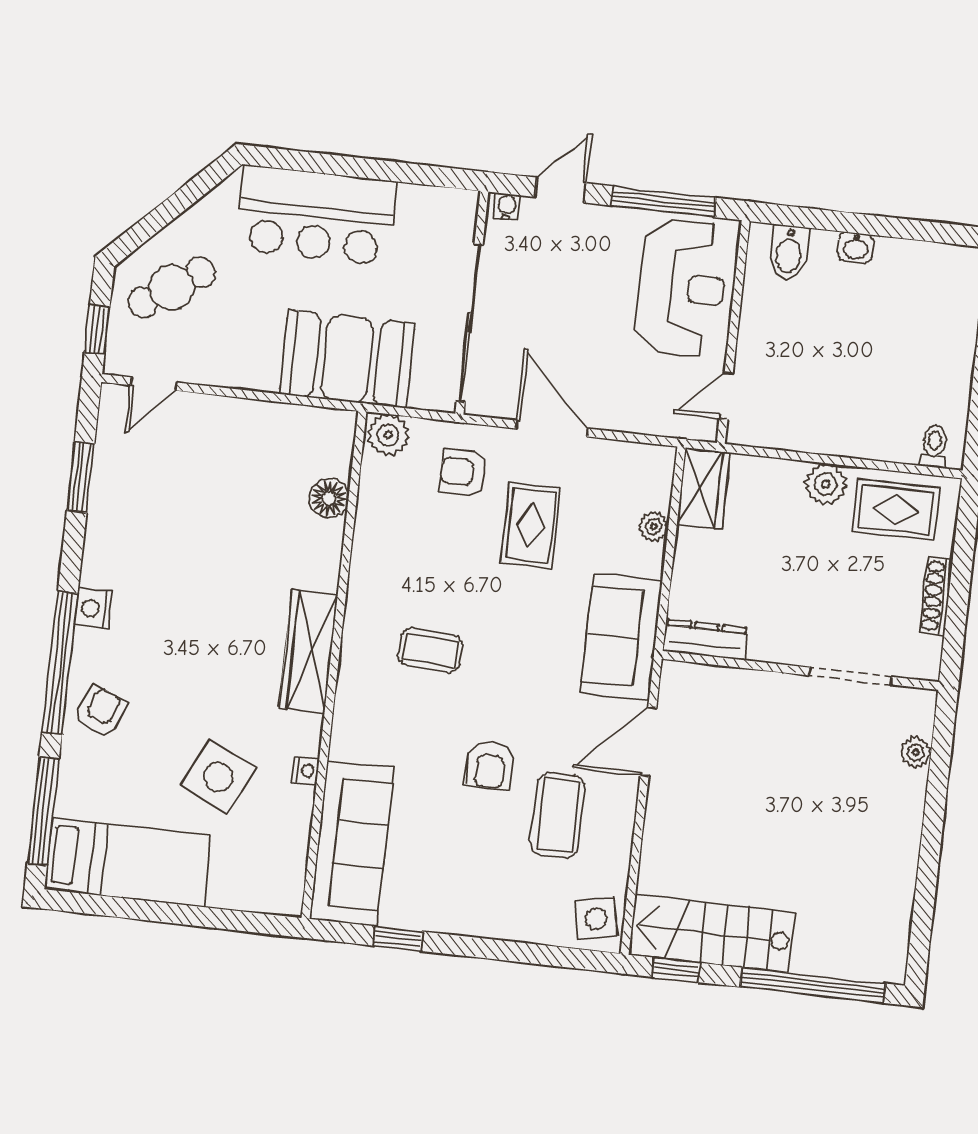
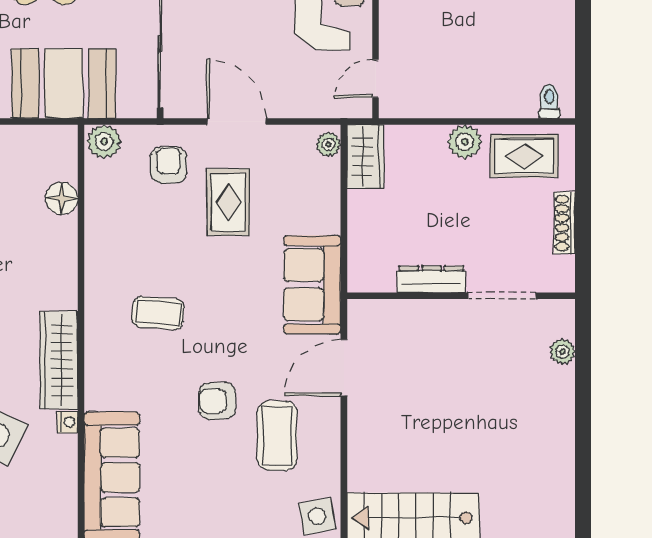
armchair: (463, 472) -> (169, 165), turned 90
plant: (654, 526) -> (328, 144), moved
dresser: (705, 640) -> (431, 279), moved
wardrobe: (308, 651) -> (59, 360), moved
armchair: (490, 765) -> (217, 401), turned 90

